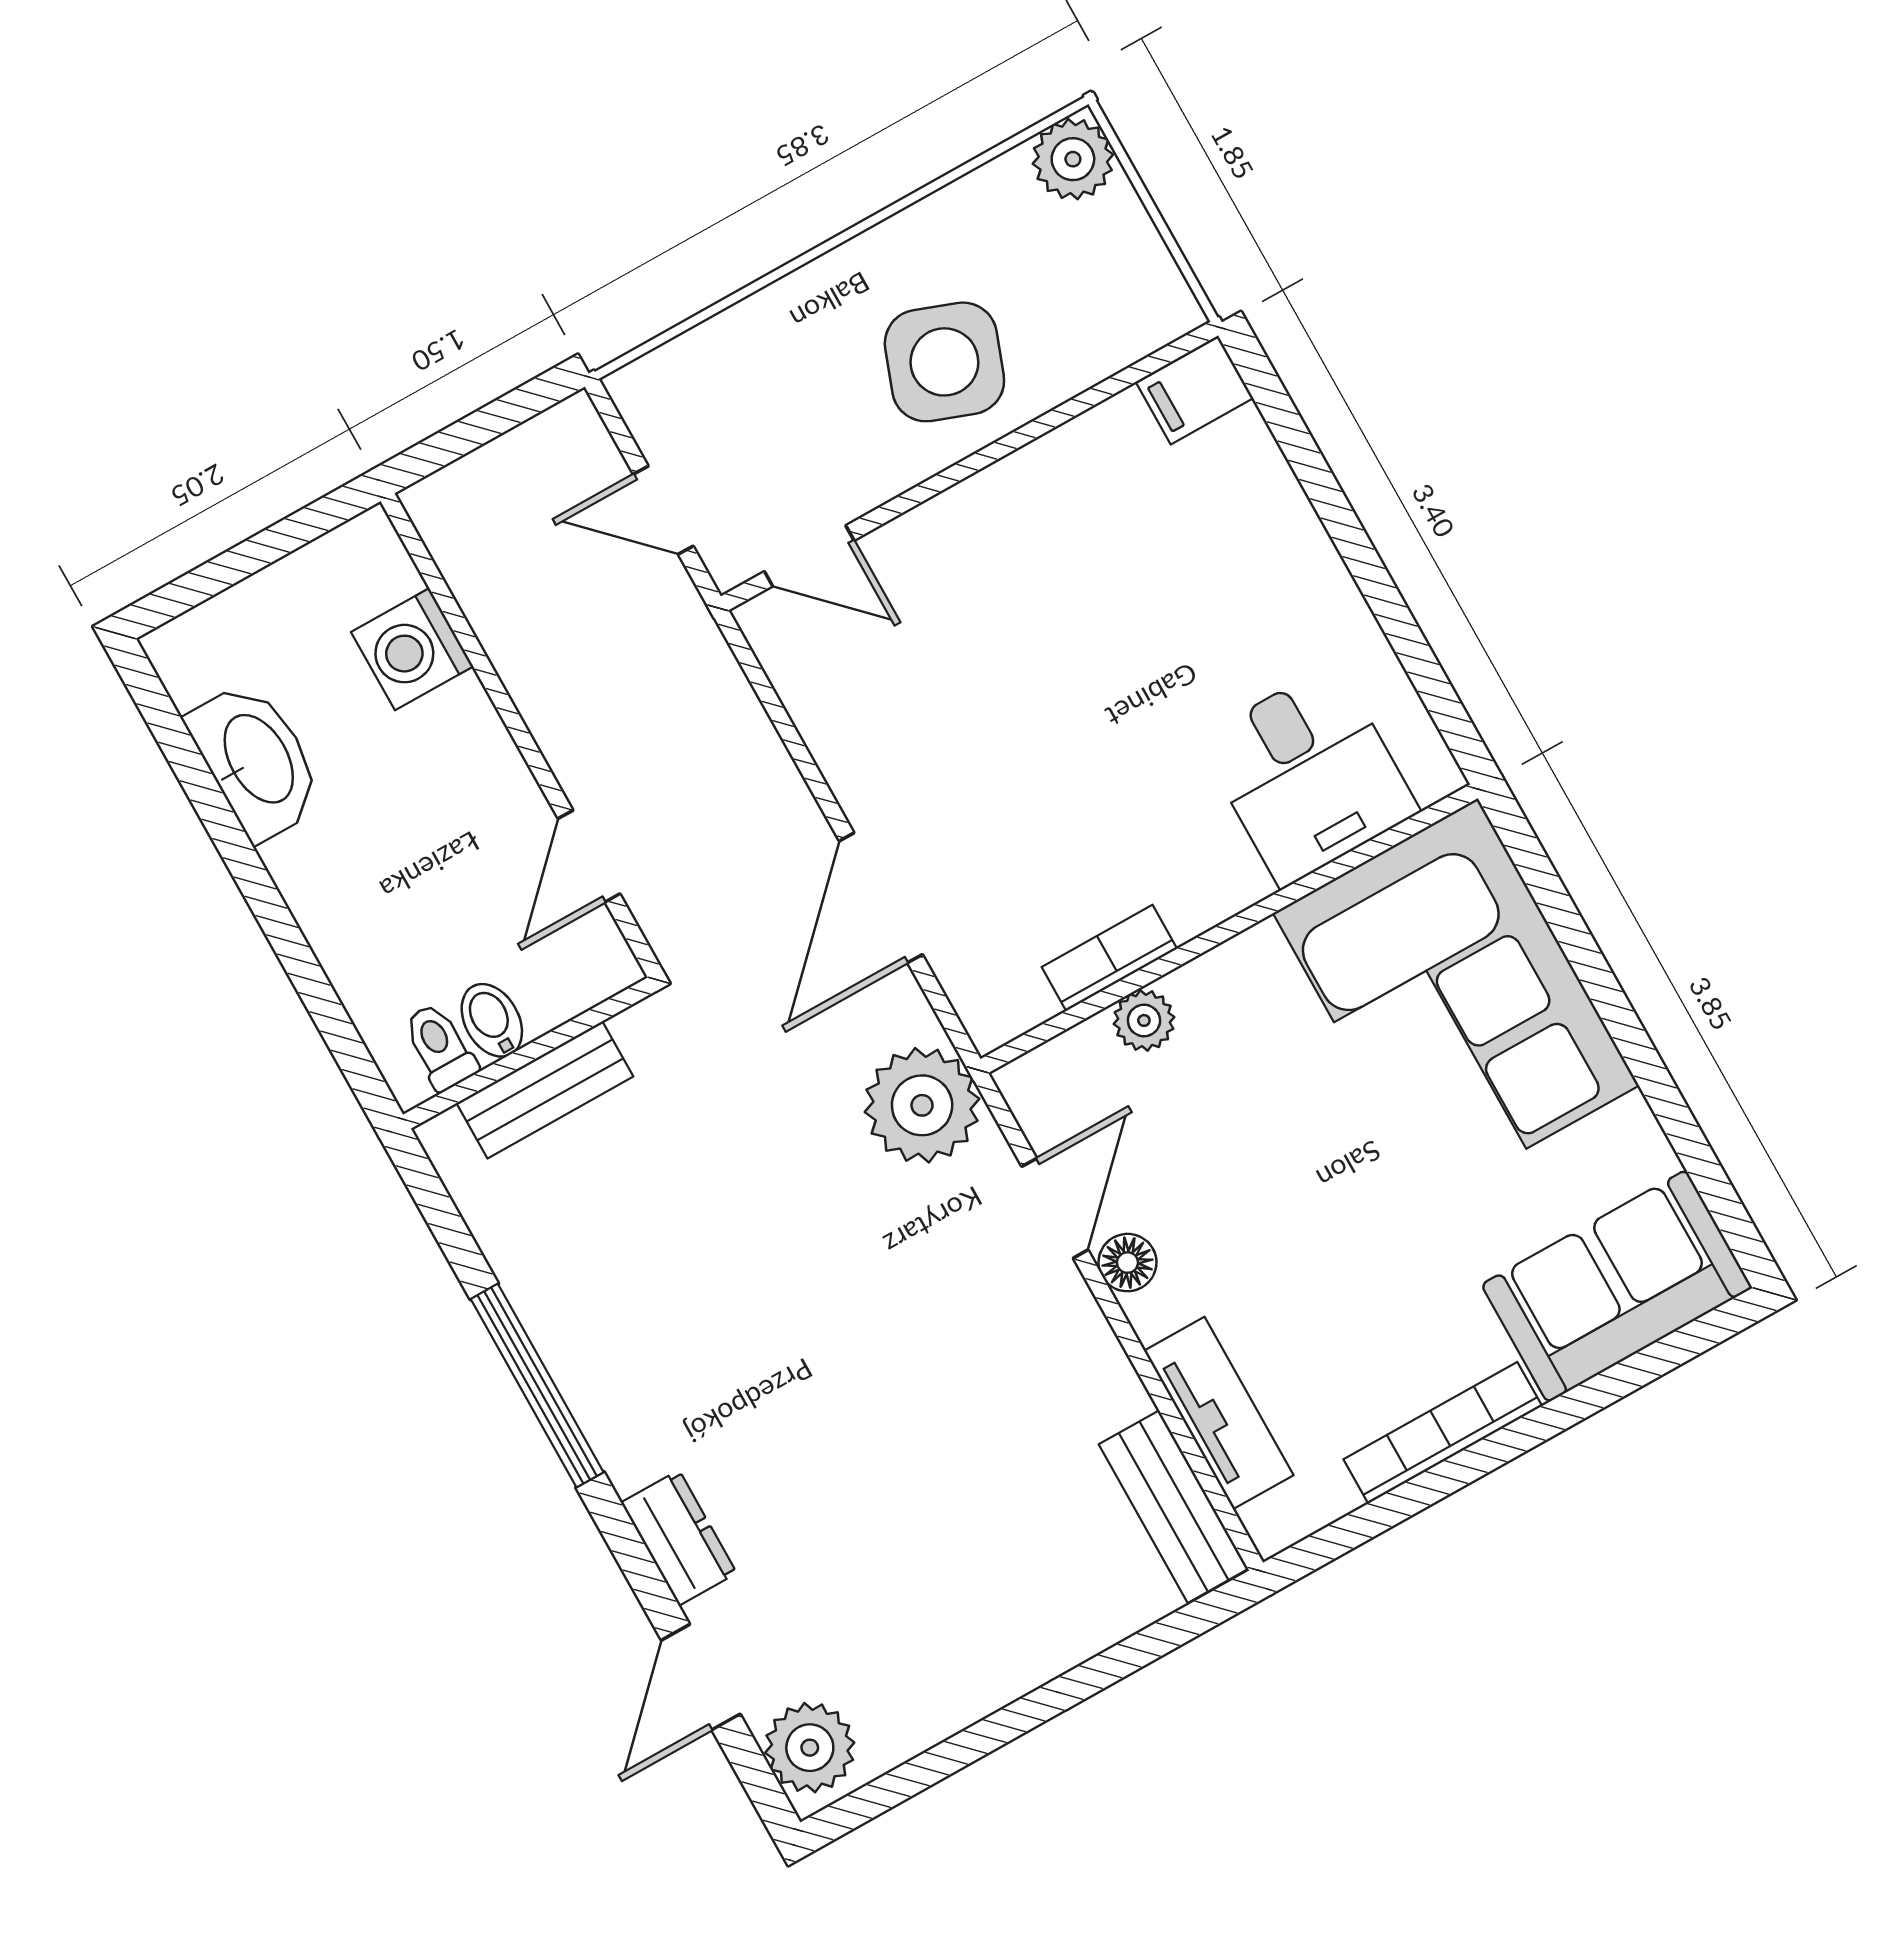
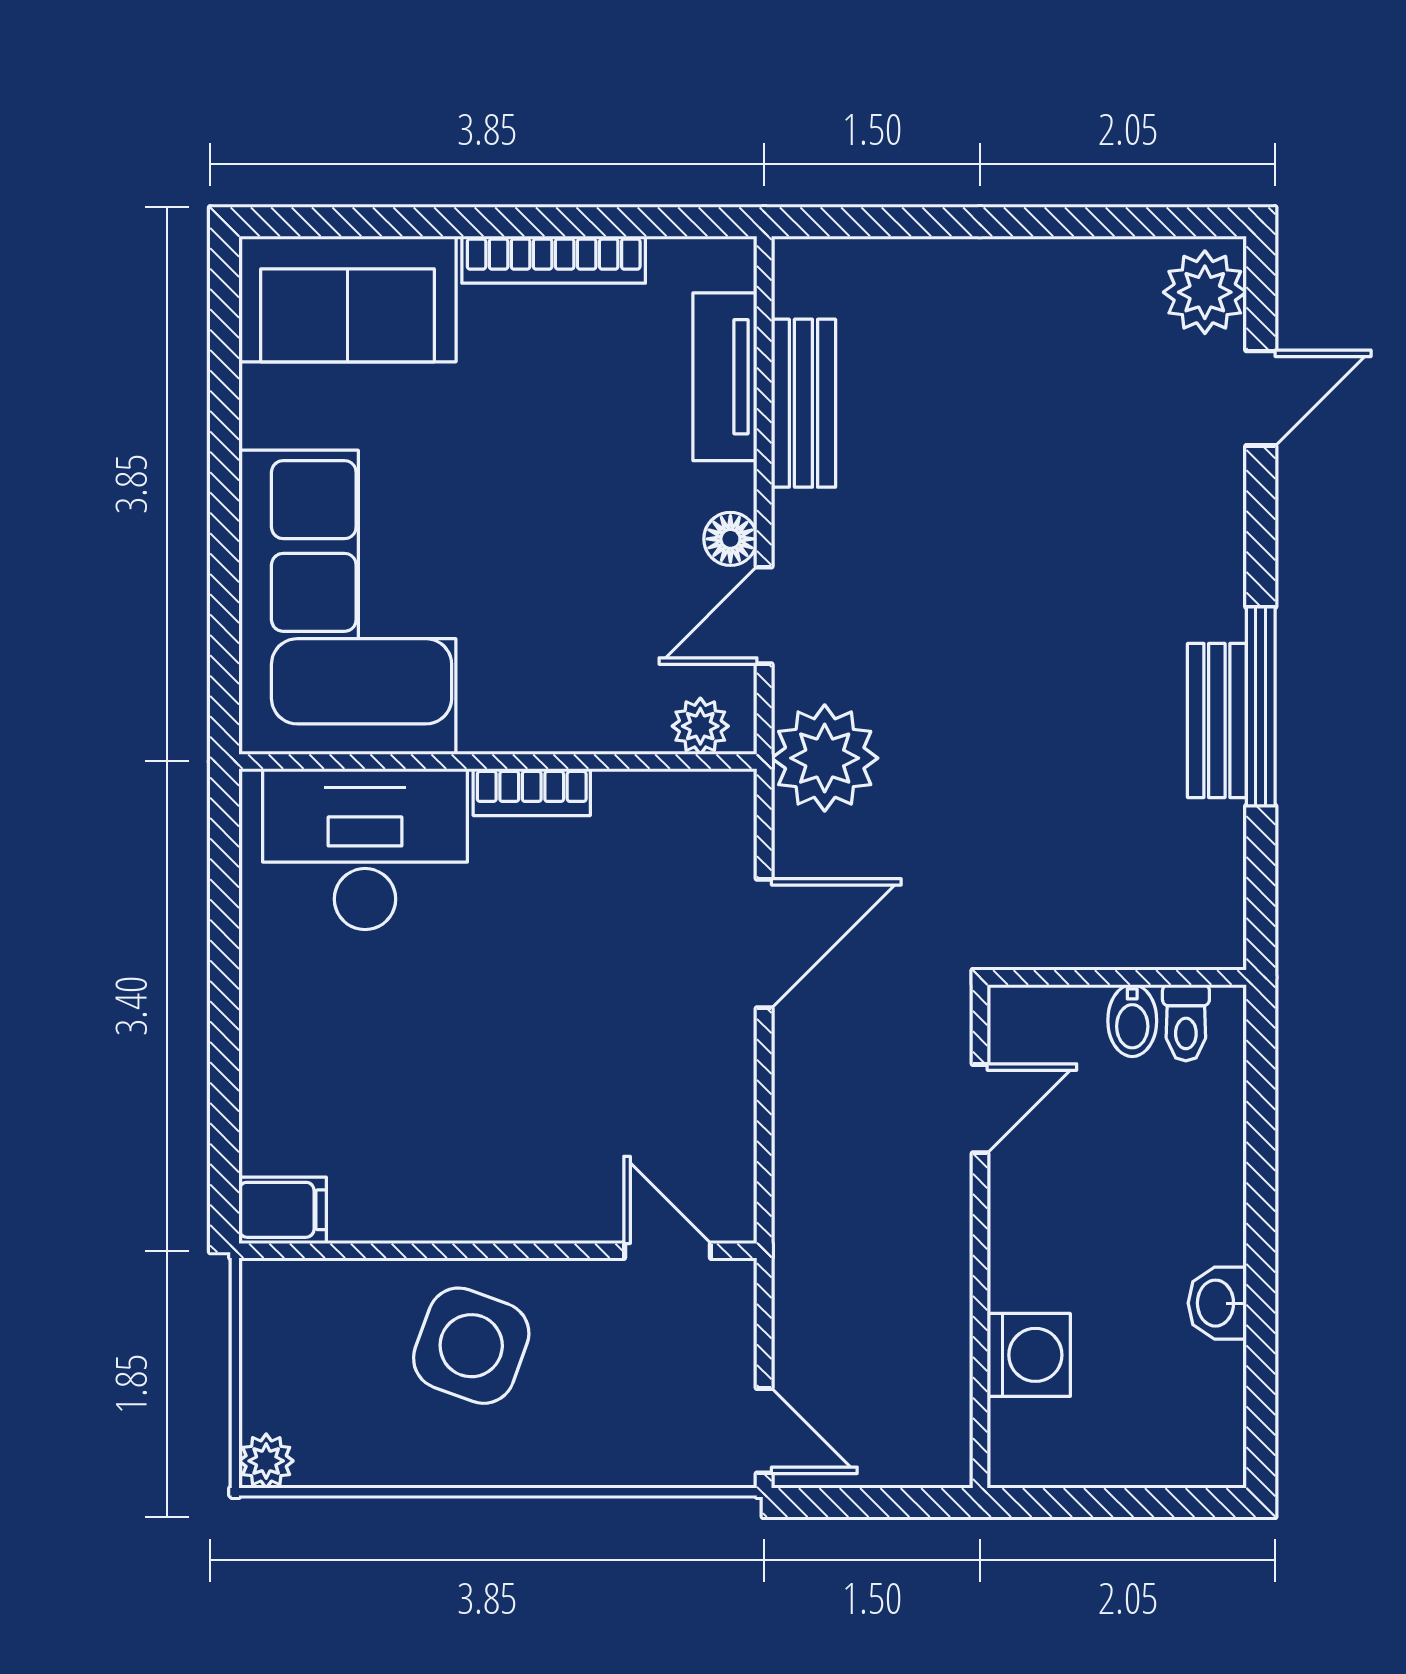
plant: (1073, 159) -> (266, 1461), width x0.73, depth x0.73
door: (663, 510) -> (764, 1431), moved
washbasin: (256, 760) -> (1217, 1303), width x0.52, depth x0.69
desk: (1308, 775) -> (365, 849), width x1.37
bookcase: (1109, 958) -> (532, 792), moved
plant: (1144, 1020) -> (700, 726), moved
bench: (545, 1090) -> (1217, 721), moved, turned 90
bench: (1174, 1507) -> (803, 403), moved
dresser: (679, 1538) -> (1215, 520), removed

